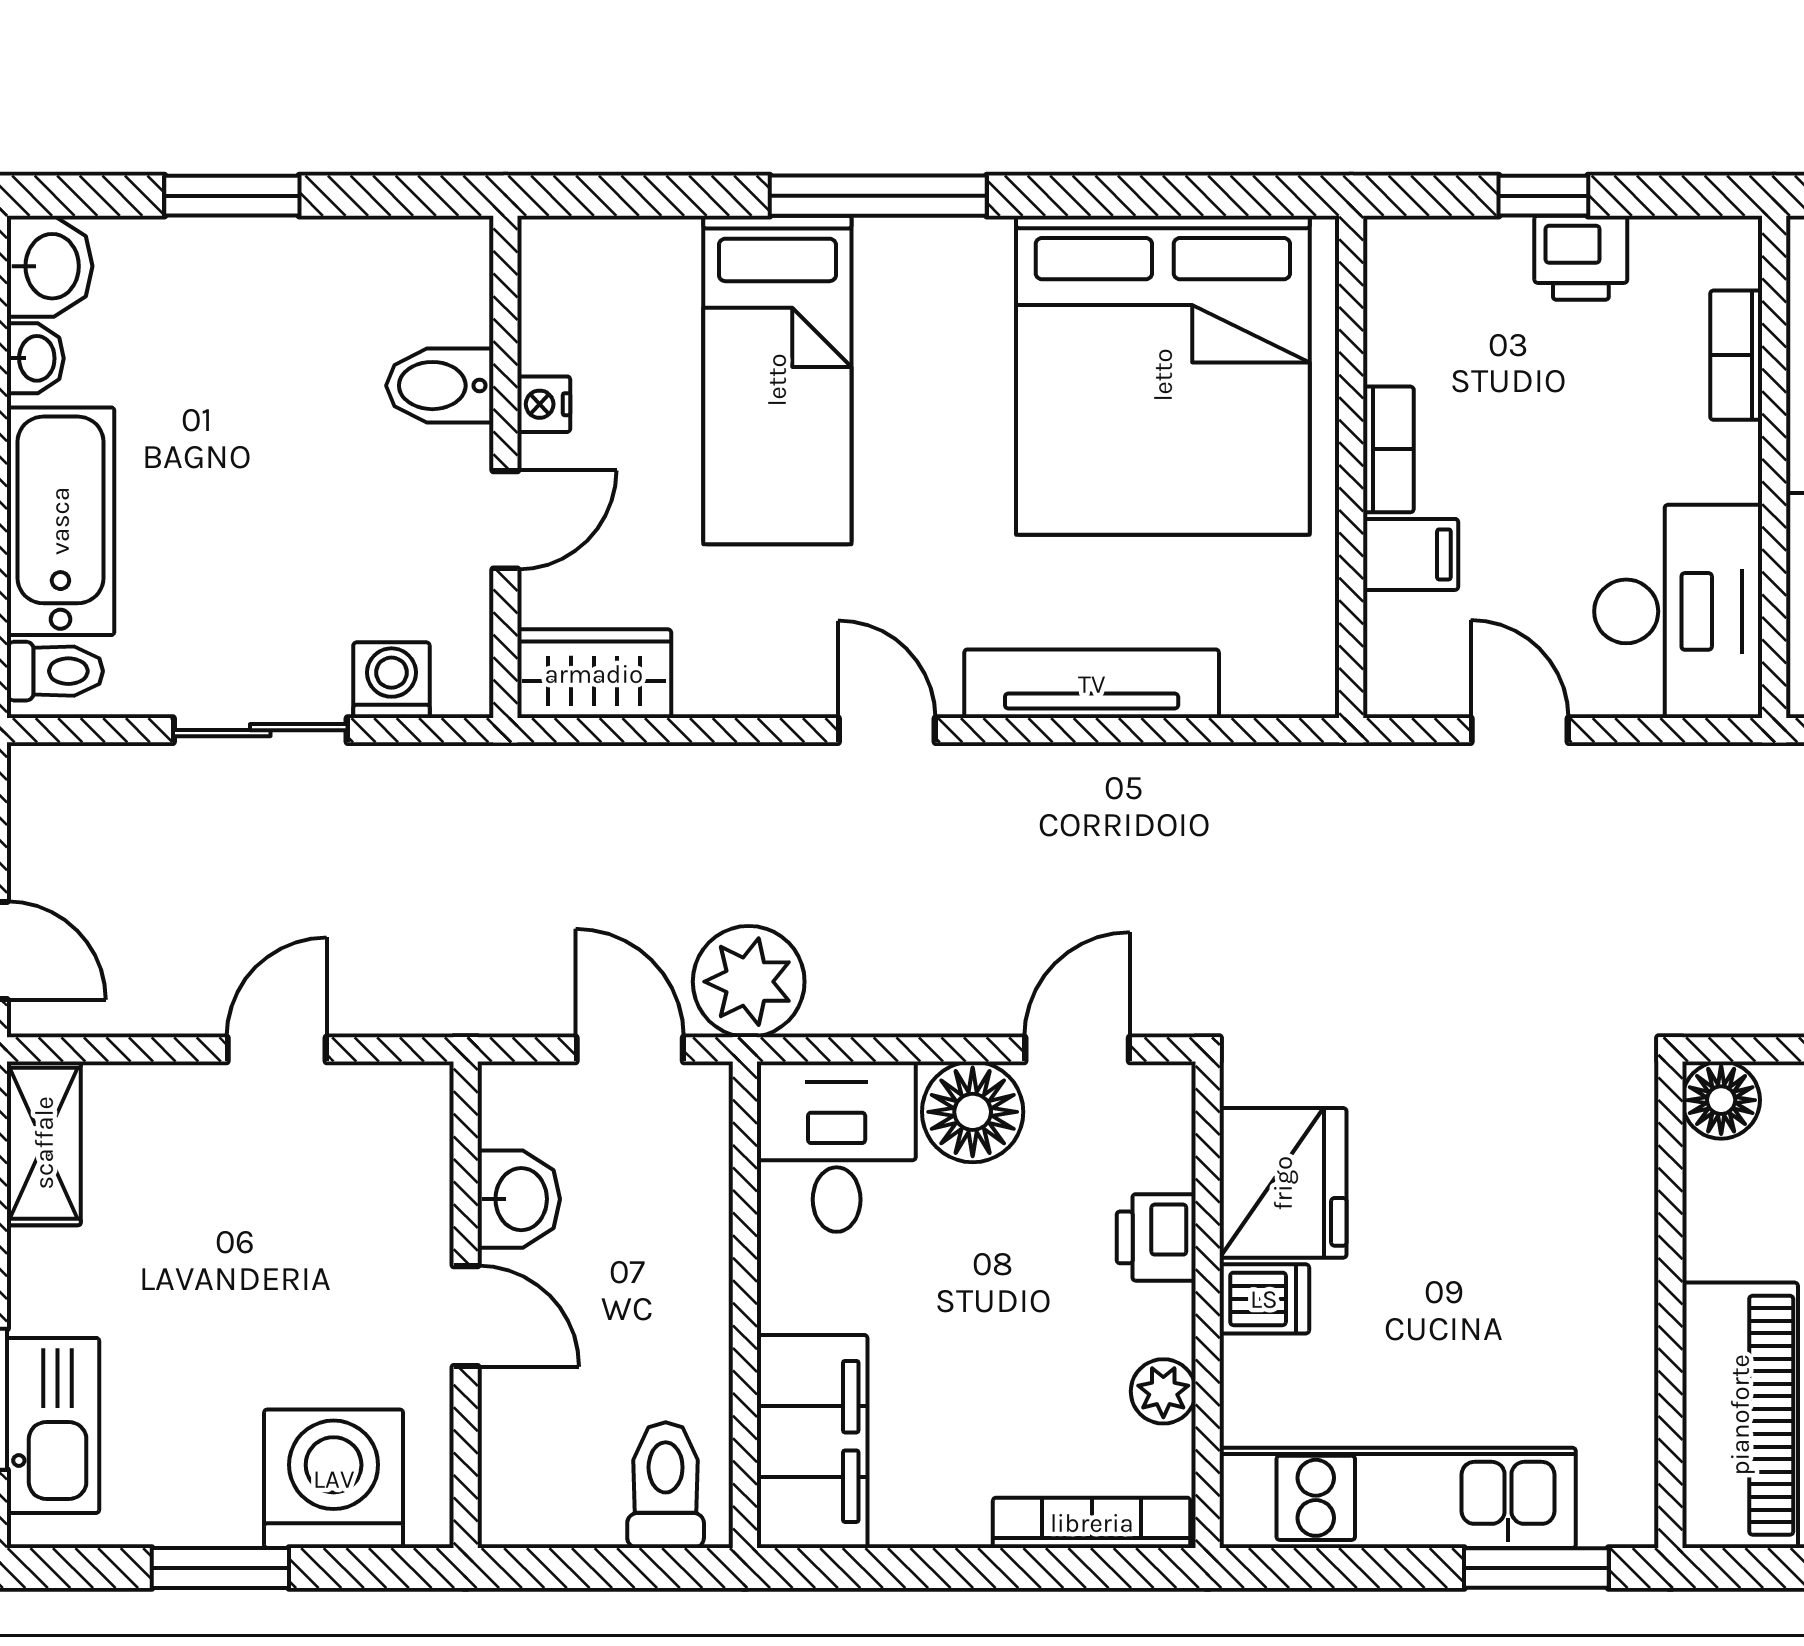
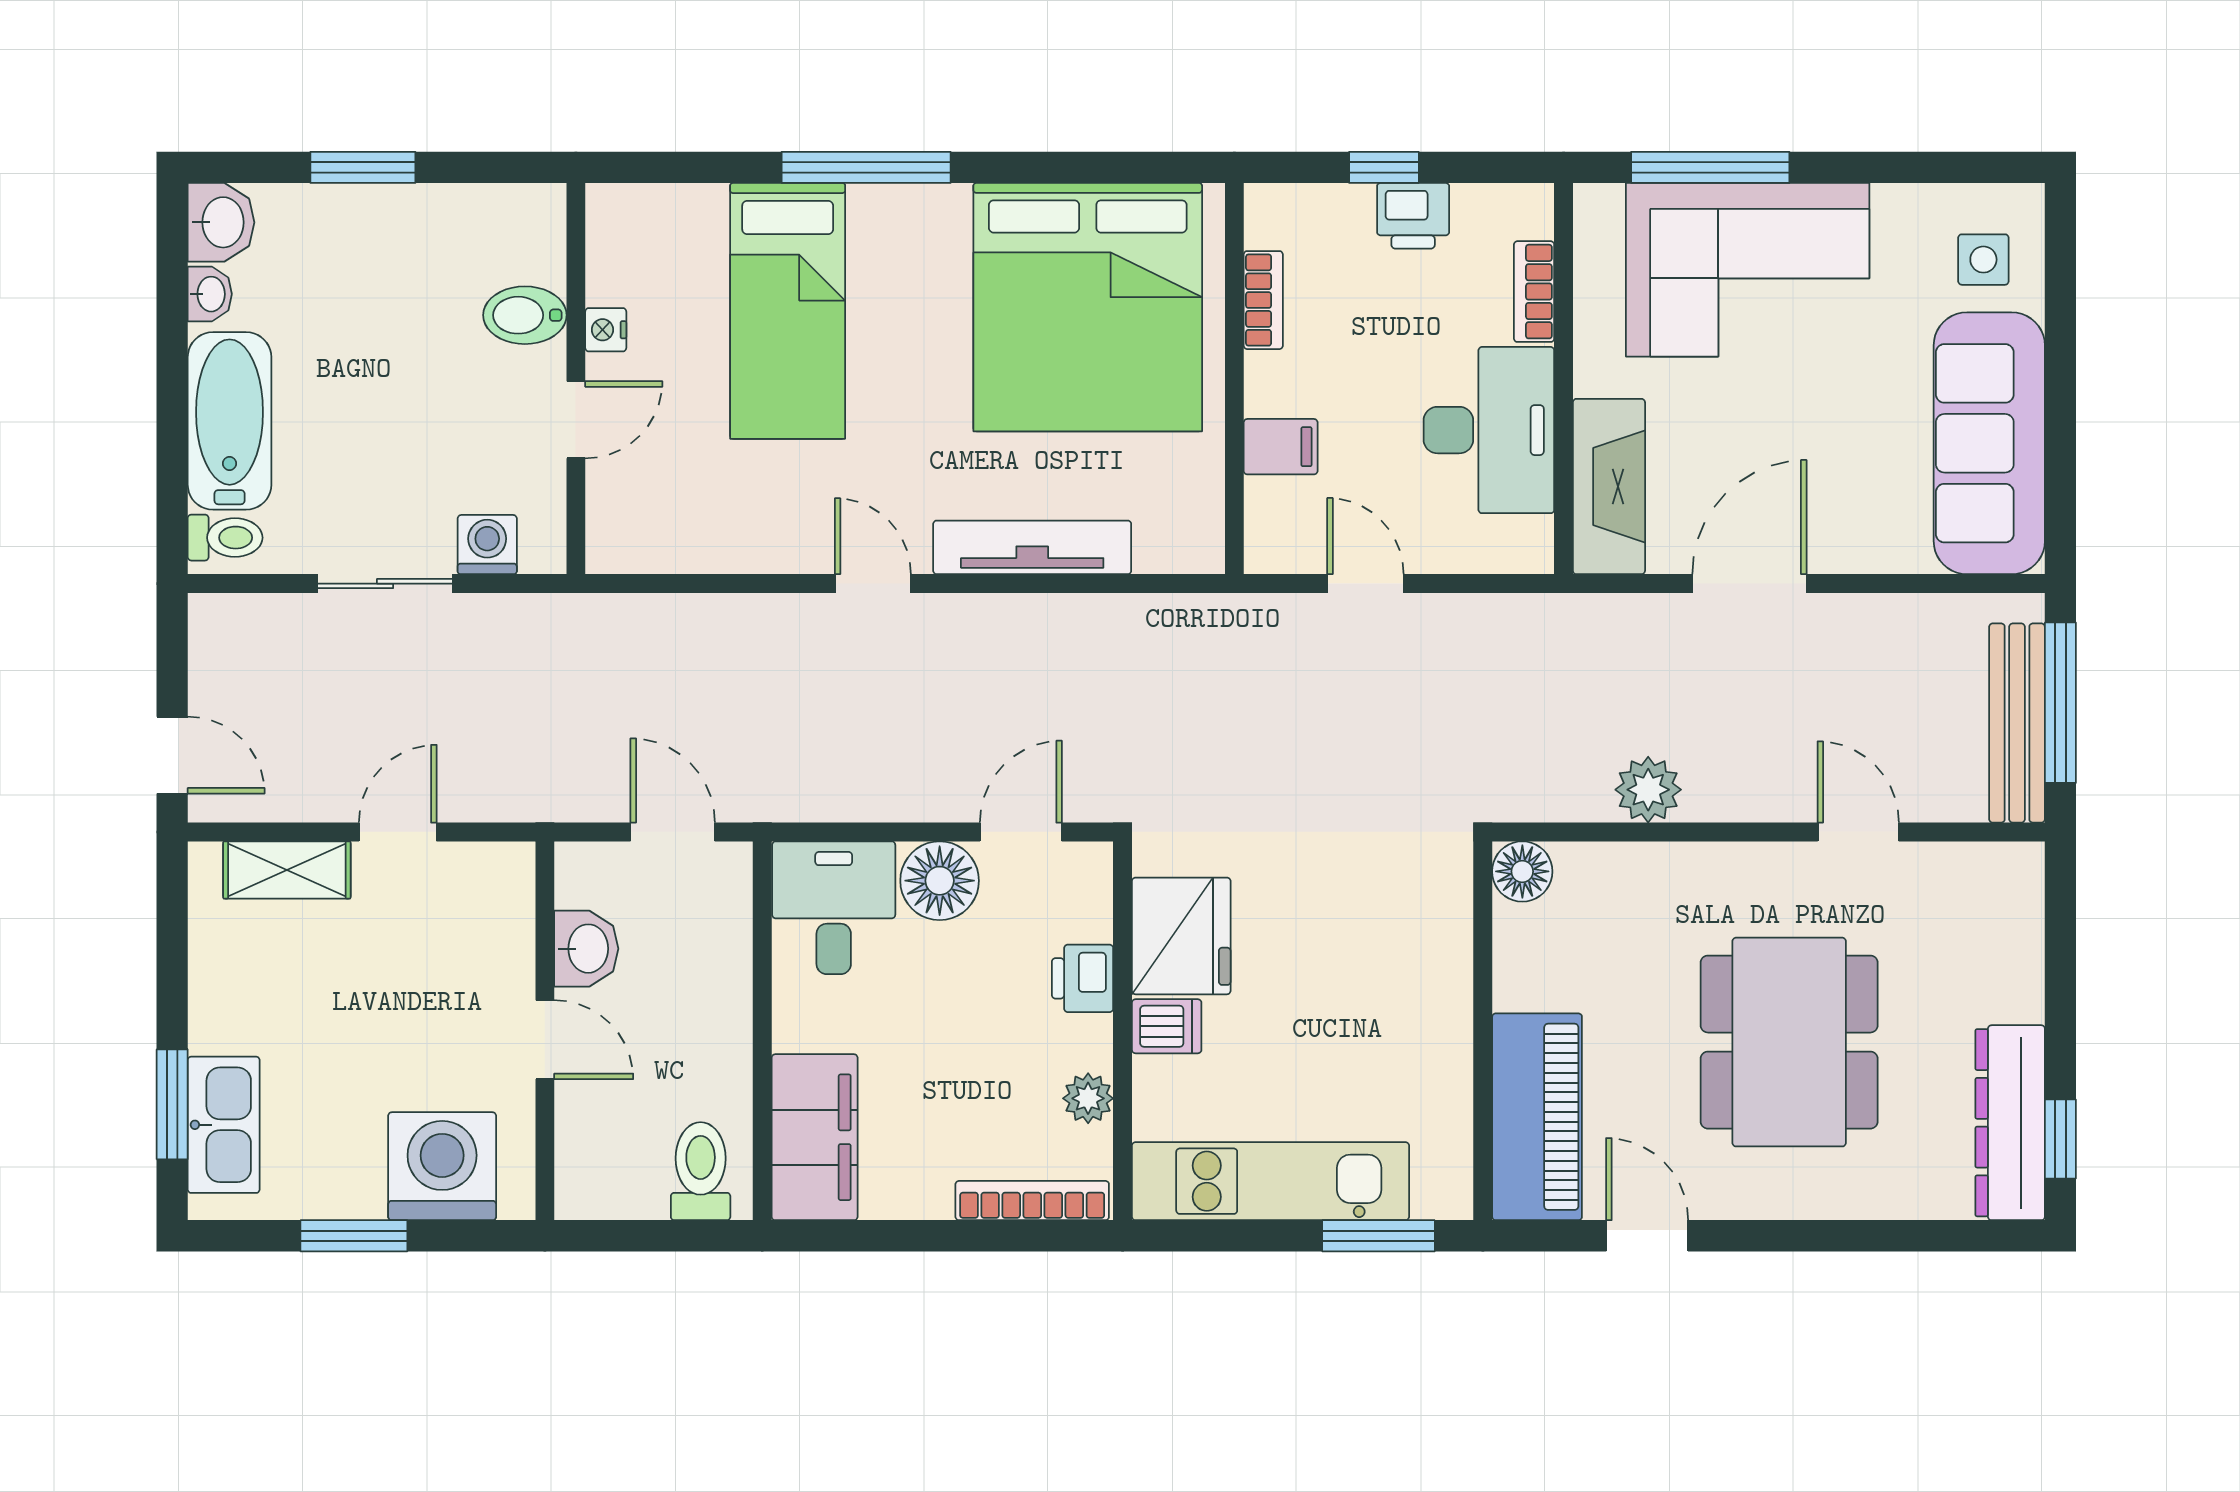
bookcase: (1388, 449) -> (1263, 300), moved
desk: (1678, 611) -> (1489, 430), moved
wardrobe: (594, 674) -> (645, 540), removed
plant: (749, 982) -> (765, 779), removed
shelving: (44, 1143) -> (287, 870), moved, turned 90

